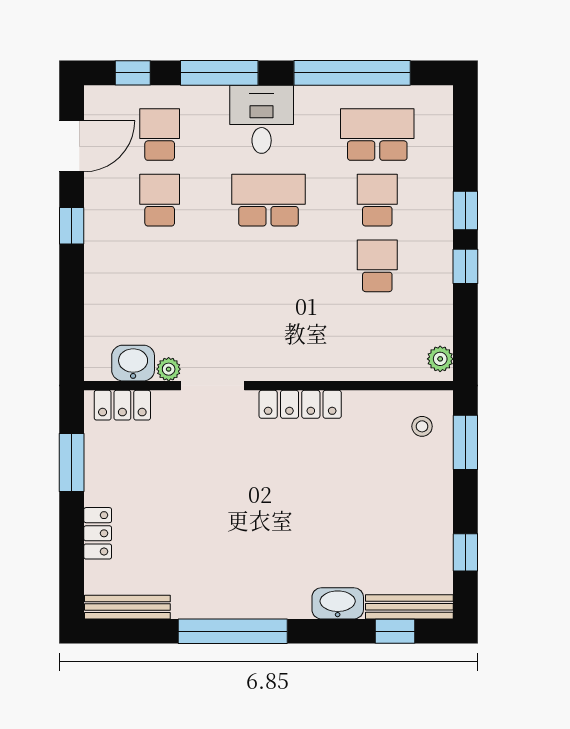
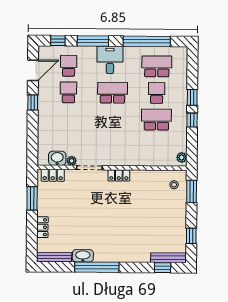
school desk: (377, 266) -> (156, 120), width x1.85
locker: (300, 404) -> (119, 175), width x0.66
washbasin: (338, 603) -> (83, 256), moved

